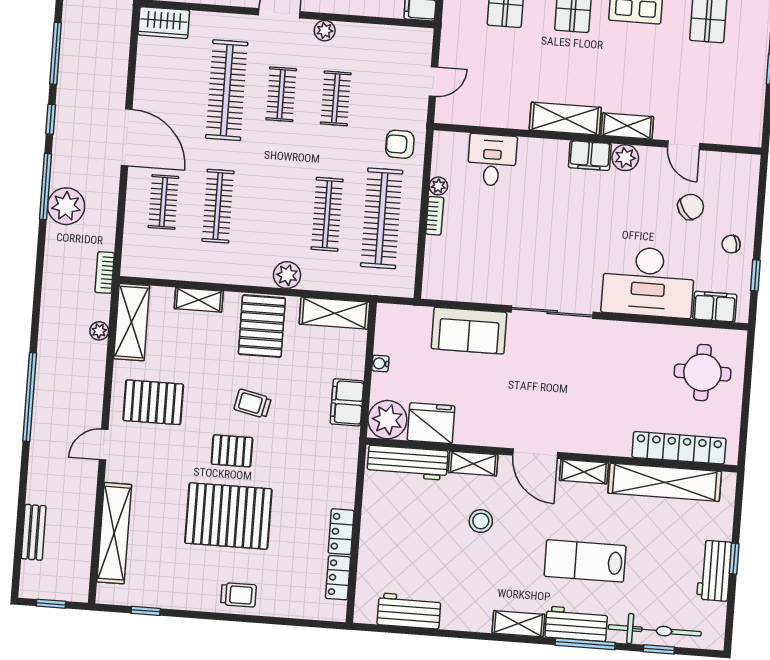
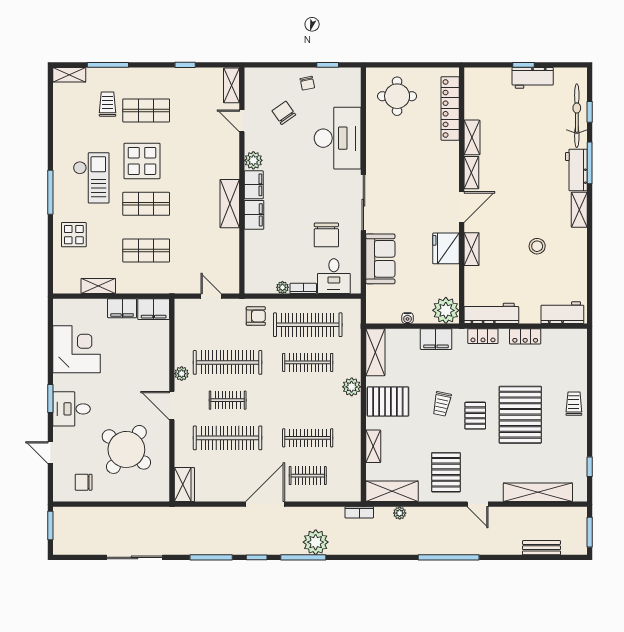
clothes rail: (336, 98) -> (228, 362), width x1.86, depth x1.31
shelving: (627, 126) -> (231, 85), moved
armchair: (400, 144) -> (256, 316), turned -90
door: (684, 145) -> (242, 121), swing flipped
desk: (492, 160) -> (334, 276), moved, turned -90
chair: (509, 255) -> (326, 235), added
filing cabinet: (715, 307) -> (254, 215), moved, turned 180
fridge: (431, 423) -> (446, 248), moved
workbench: (407, 463) -> (491, 313), moved, turned -90
shelving: (665, 482) -> (472, 137), width x0.45, depth x0.75
stool: (481, 521) -> (537, 246), moved
lab bench: (585, 561) -> (533, 167), removed
locker: (338, 578) -> (483, 336), moved
window: (51, 604) -> (590, 532), width x1.50
workbench: (409, 611) -> (562, 313), moved, turned 90

